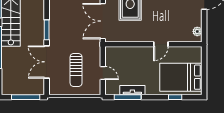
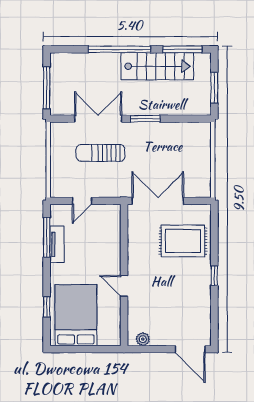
sun lounger: (76, 70) -> (101, 153), moved

